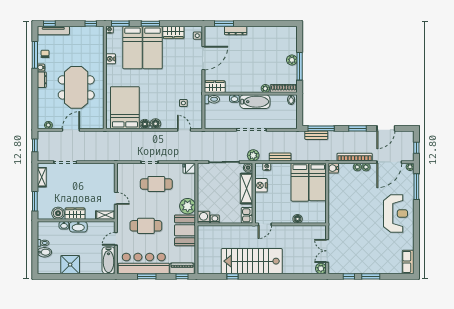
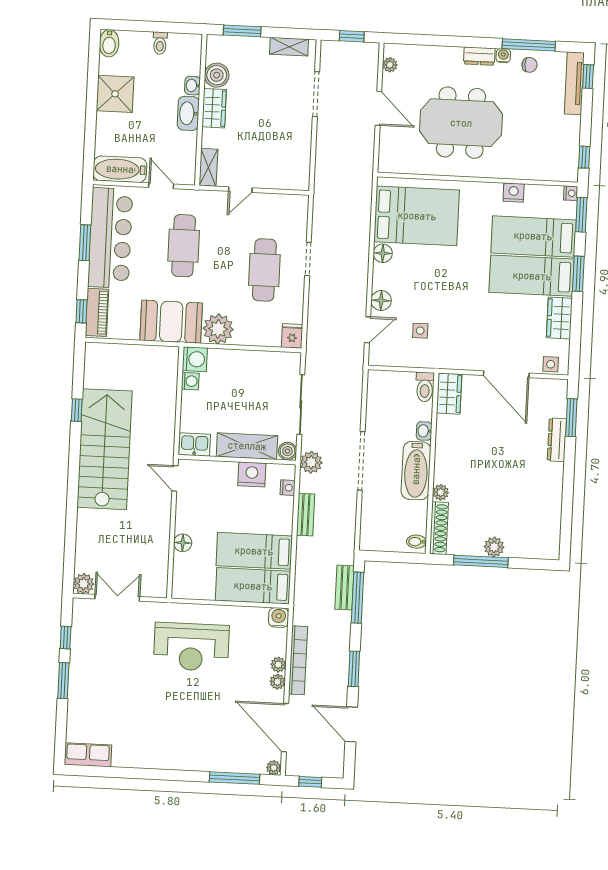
floor lamp: (156, 124) -> (381, 301), moved
reception desk: (395, 214) -> (191, 647), moved
bidet: (44, 252) -> (109, 43), moved

